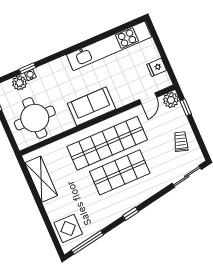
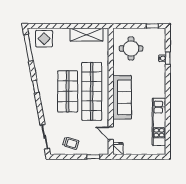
kitchen unit: (109, 46) -> (159, 122), width x0.73
fridge: (157, 67) -> (118, 149), moved
plant: (20, 83) -> (160, 48), removed
plant: (171, 100) -> (103, 149), removed
sofa: (92, 106) -> (122, 97), width x1.36
round table: (35, 118) -> (131, 49), width x0.73, depth x0.73

